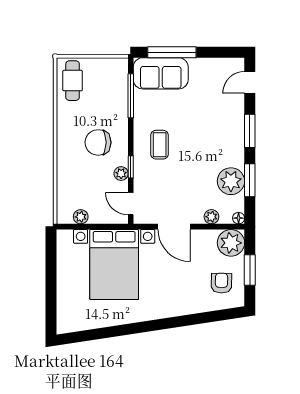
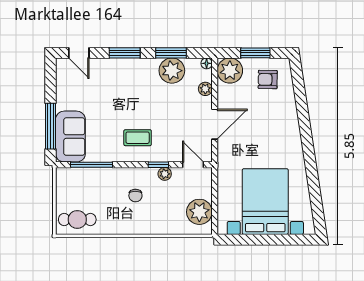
chair: (98, 142) -> (135, 196), width x0.54, depth x0.54
door: (131, 204) -> (193, 165), swing flipped
plant: (81, 217) -> (199, 212), width x1.88, depth x1.88
bed with nightstands: (114, 264) -> (265, 202), moved, turned -90

